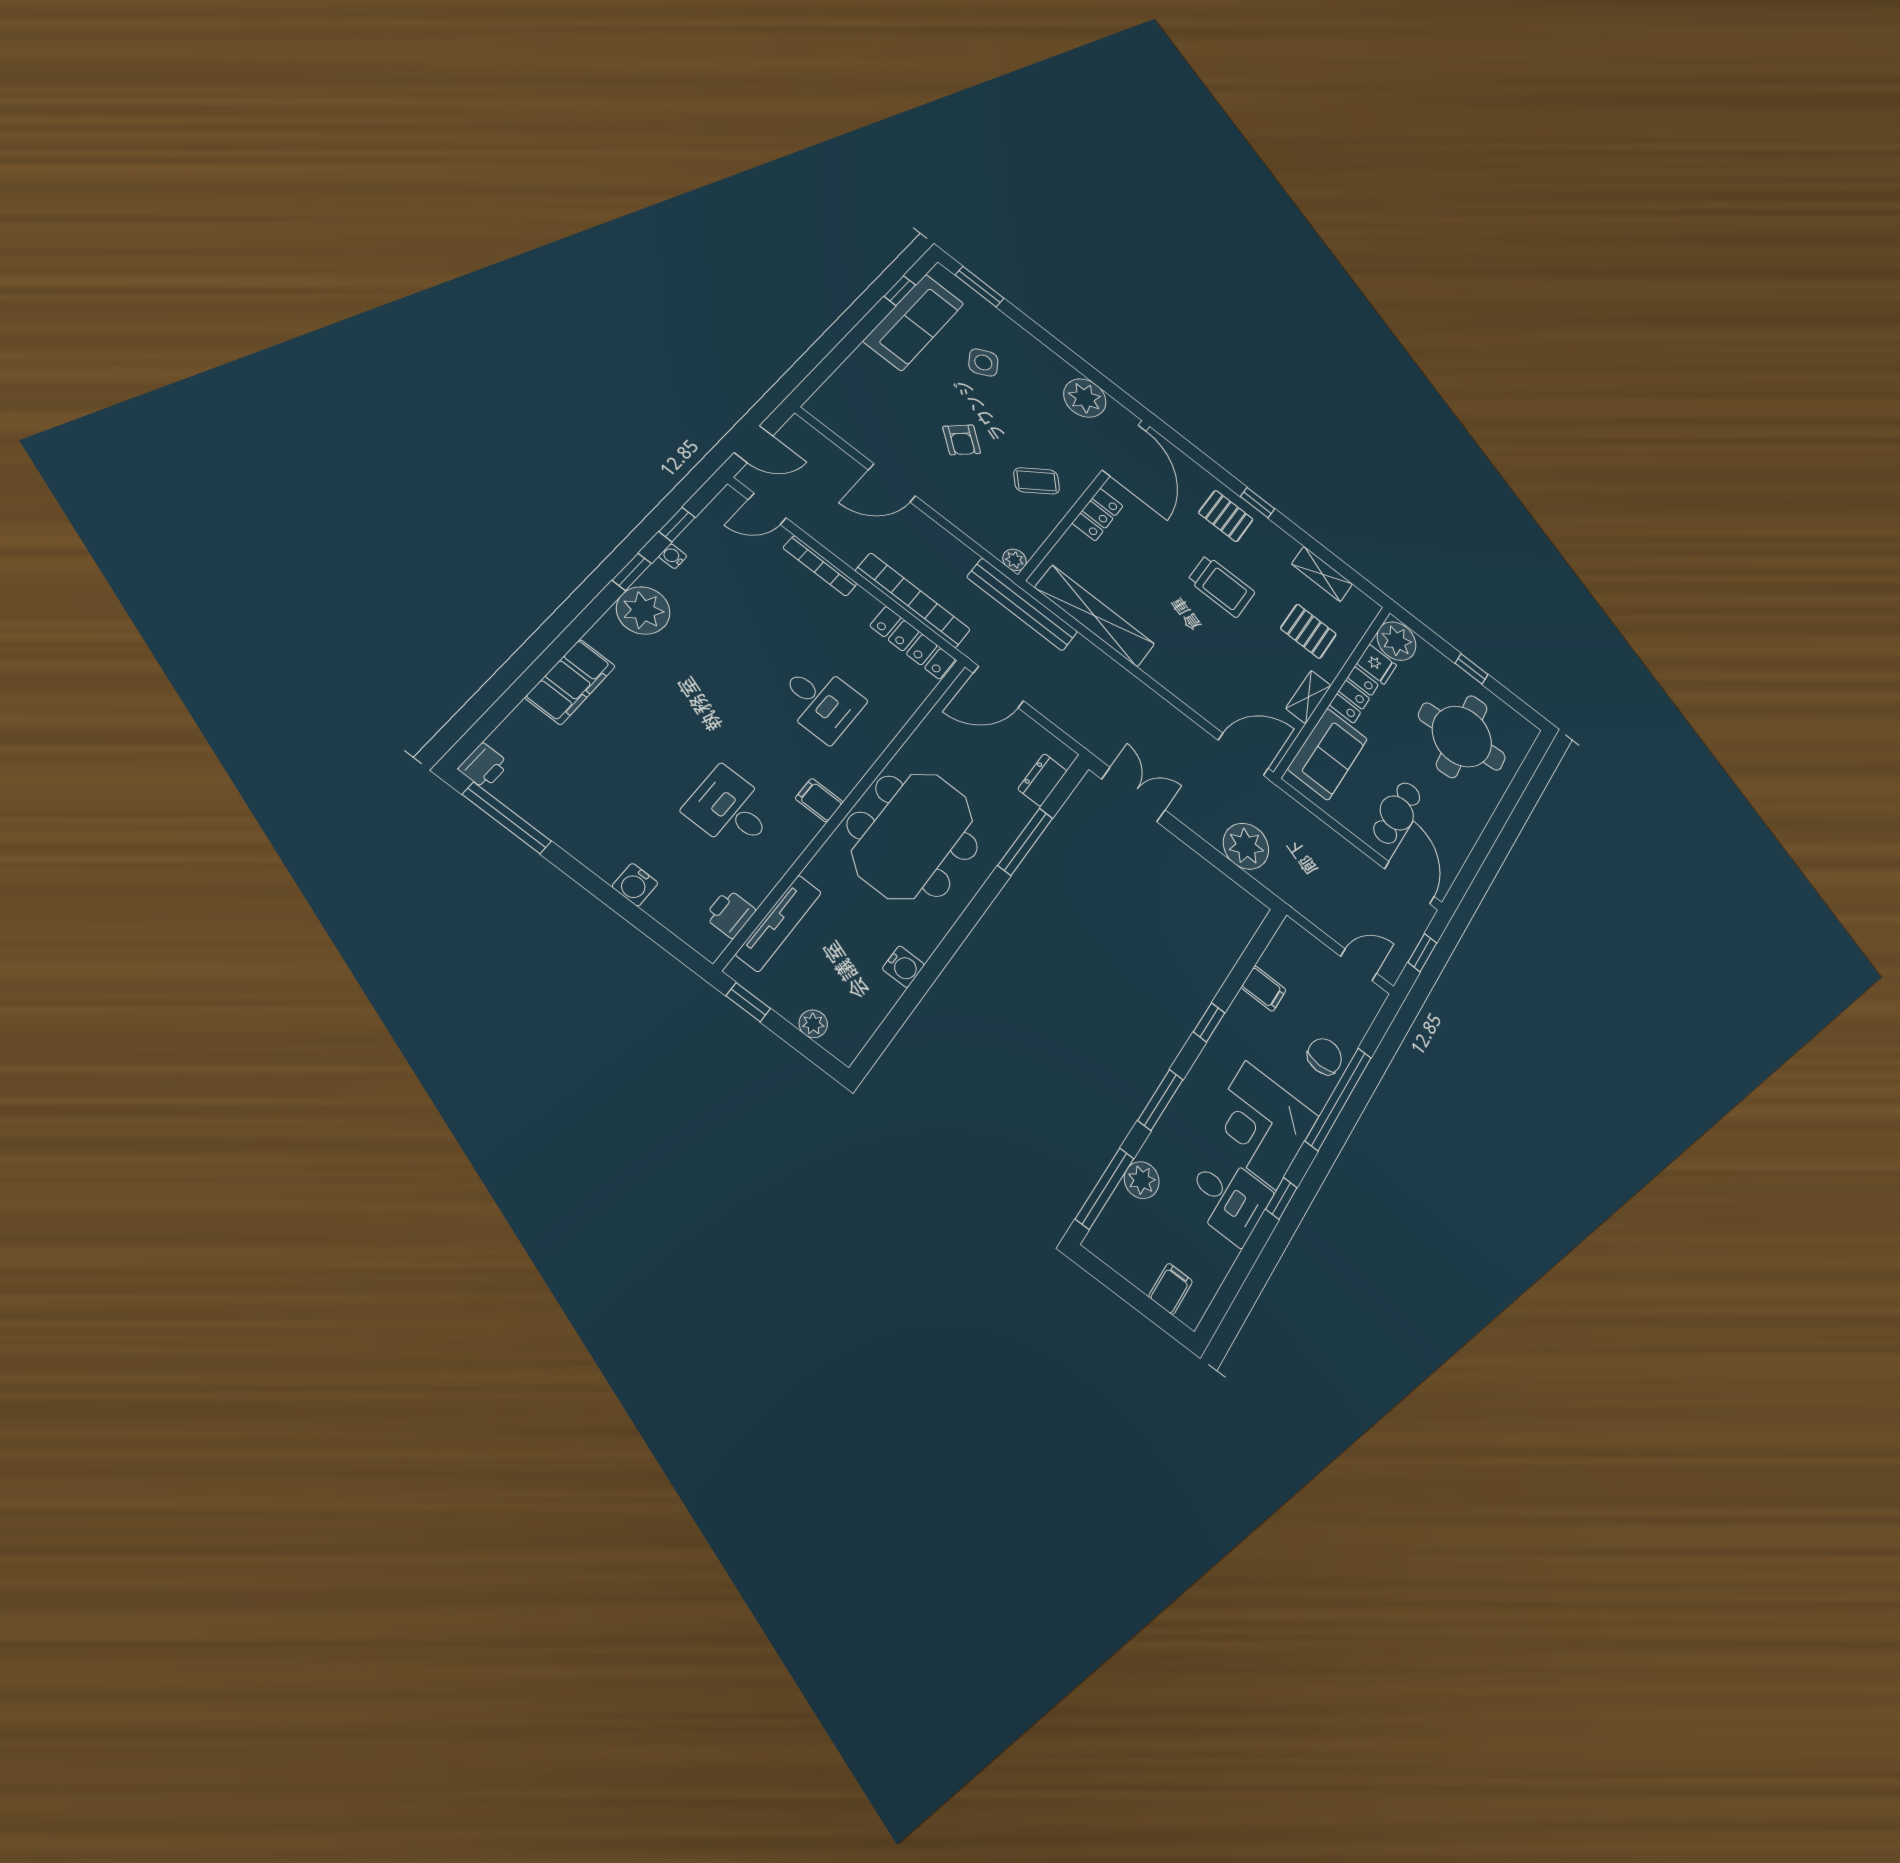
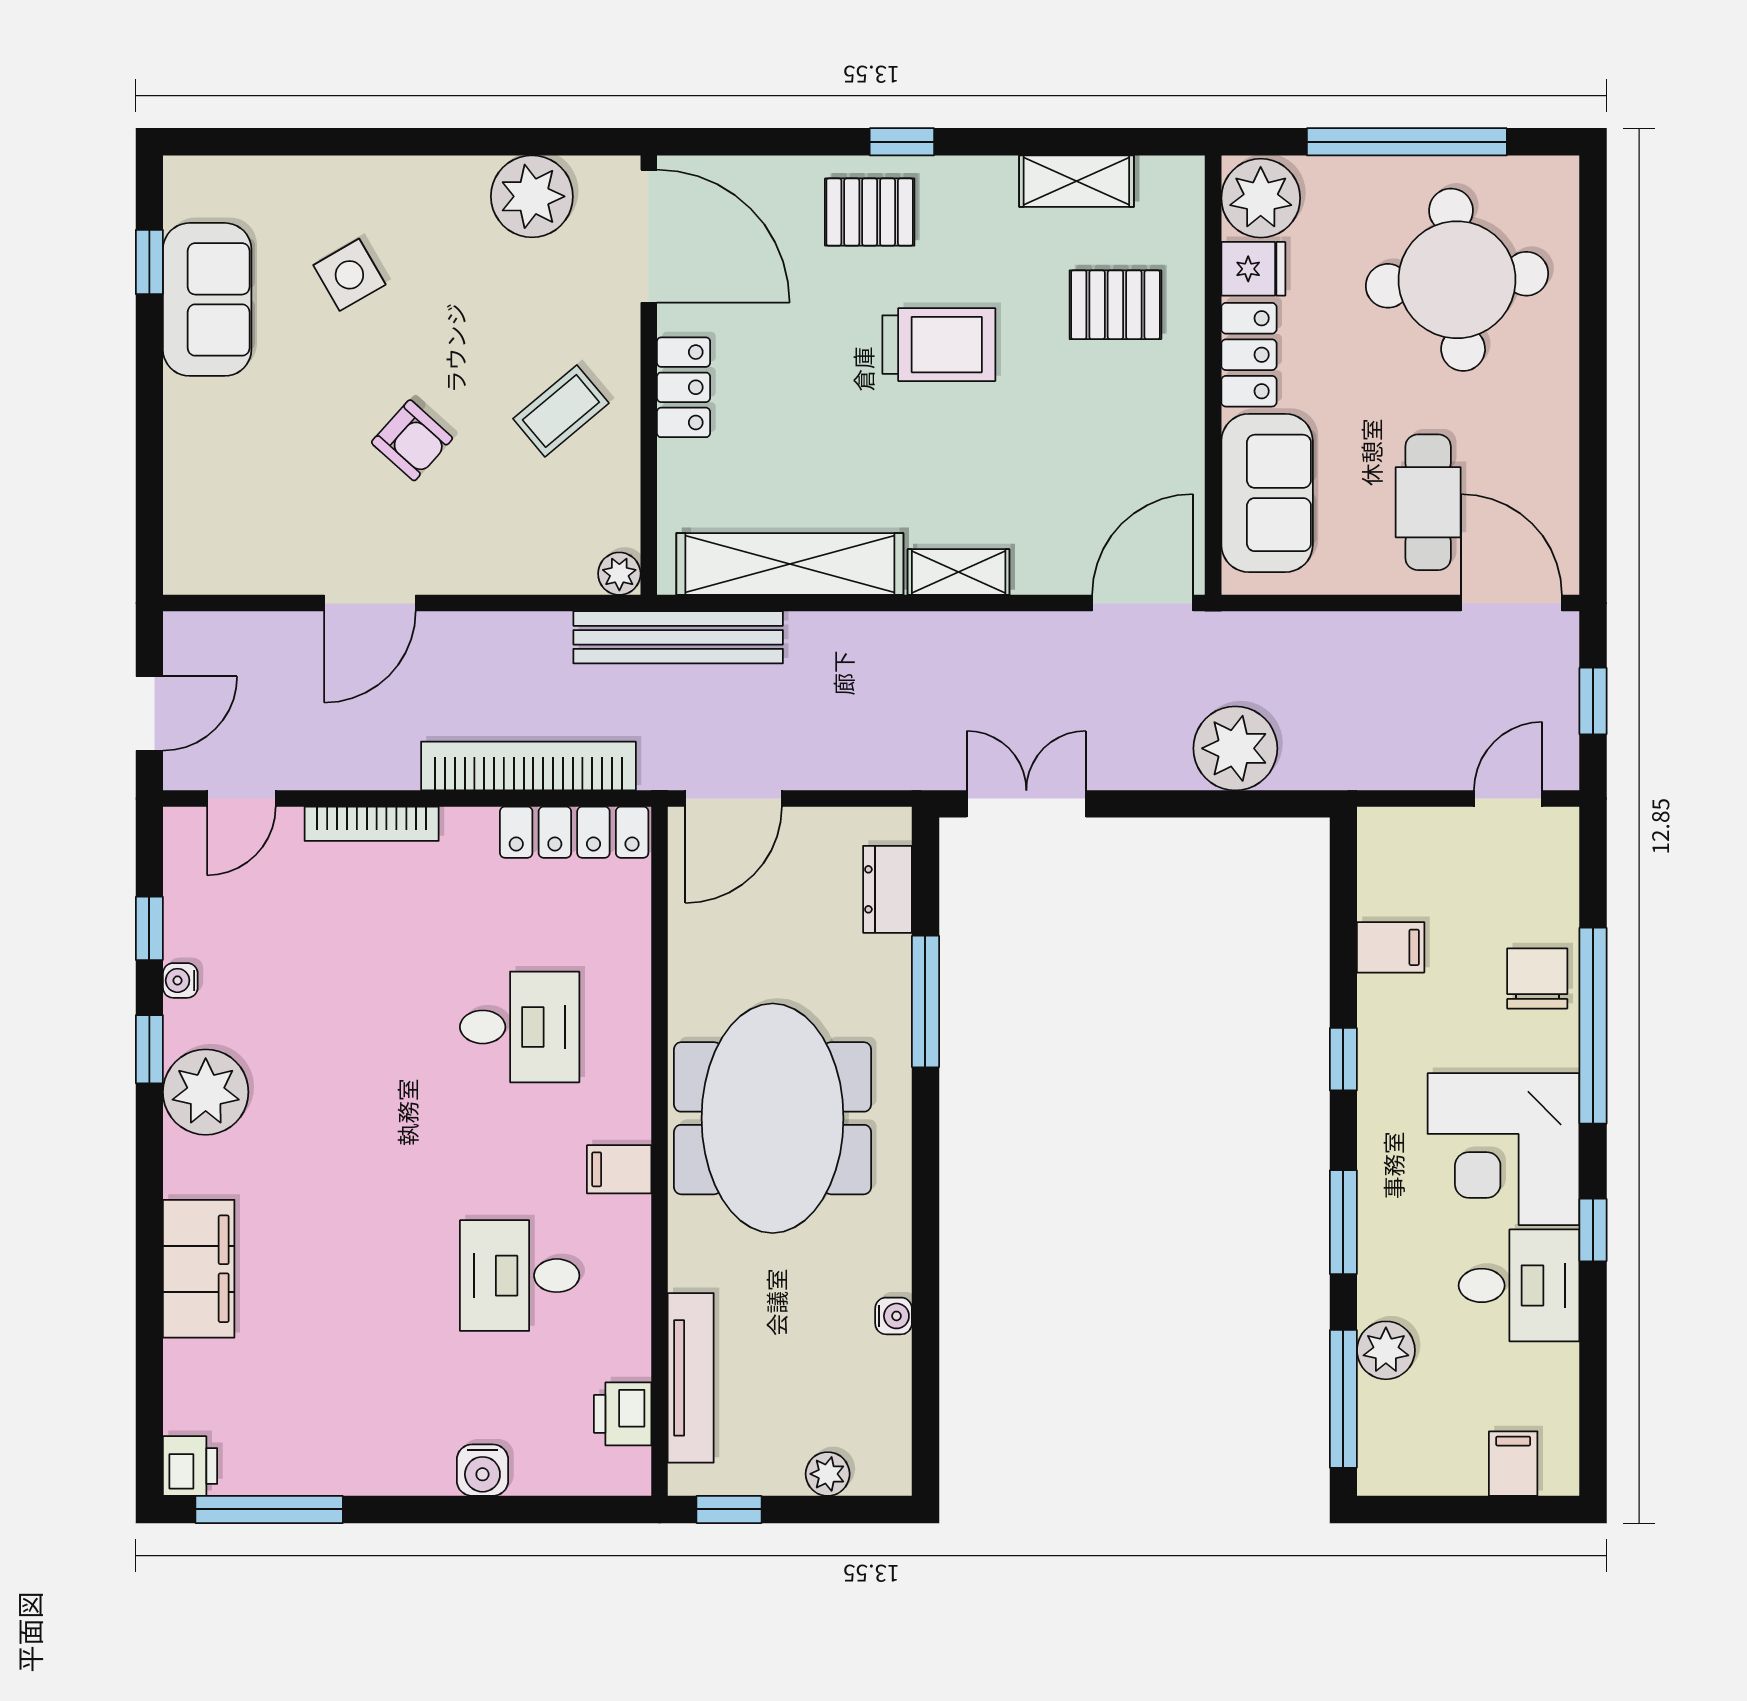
window: (980, 287) -> (251, 142), removed
sofa: (914, 322) -> (207, 299), width x0.73
window: (1471, 669) -> (1407, 142), width x3.17
shelving: (1308, 697) -> (959, 572), moved, turned 90
water cooler: (903, 967) -> (894, 1316), width x0.72, depth x0.72

